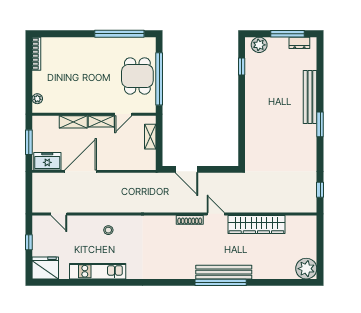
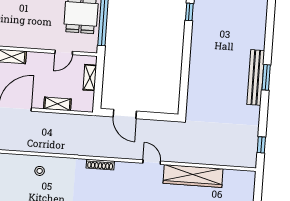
bench: (310, 97) -> (256, 77), moved
shelving: (101, 121) -> (57, 104), moved
shoe rack: (190, 220) -> (100, 165), moved

